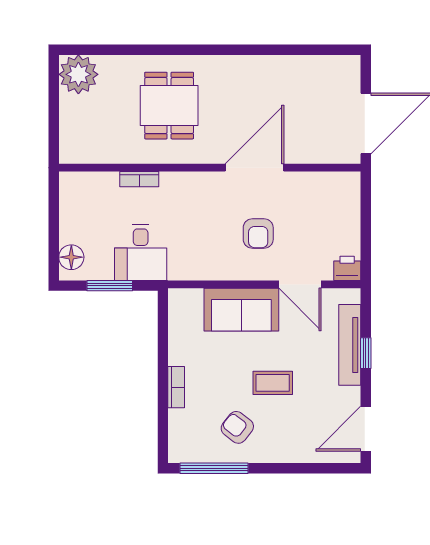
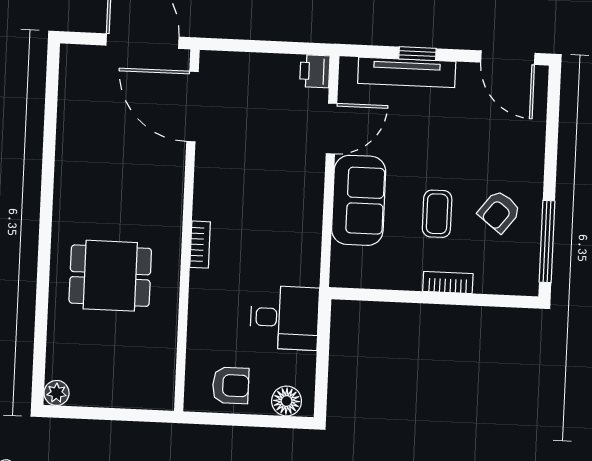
plant: (78, 74) -> (57, 393), width x0.53, depth x0.53
door: (254, 168) -> (192, 107), moved
bookcase: (139, 179) -> (200, 245), moved
armchair: (258, 234) -> (231, 385), moved
window: (110, 286) -> (323, 357), removed
coffee table: (273, 383) -> (437, 214), moved

